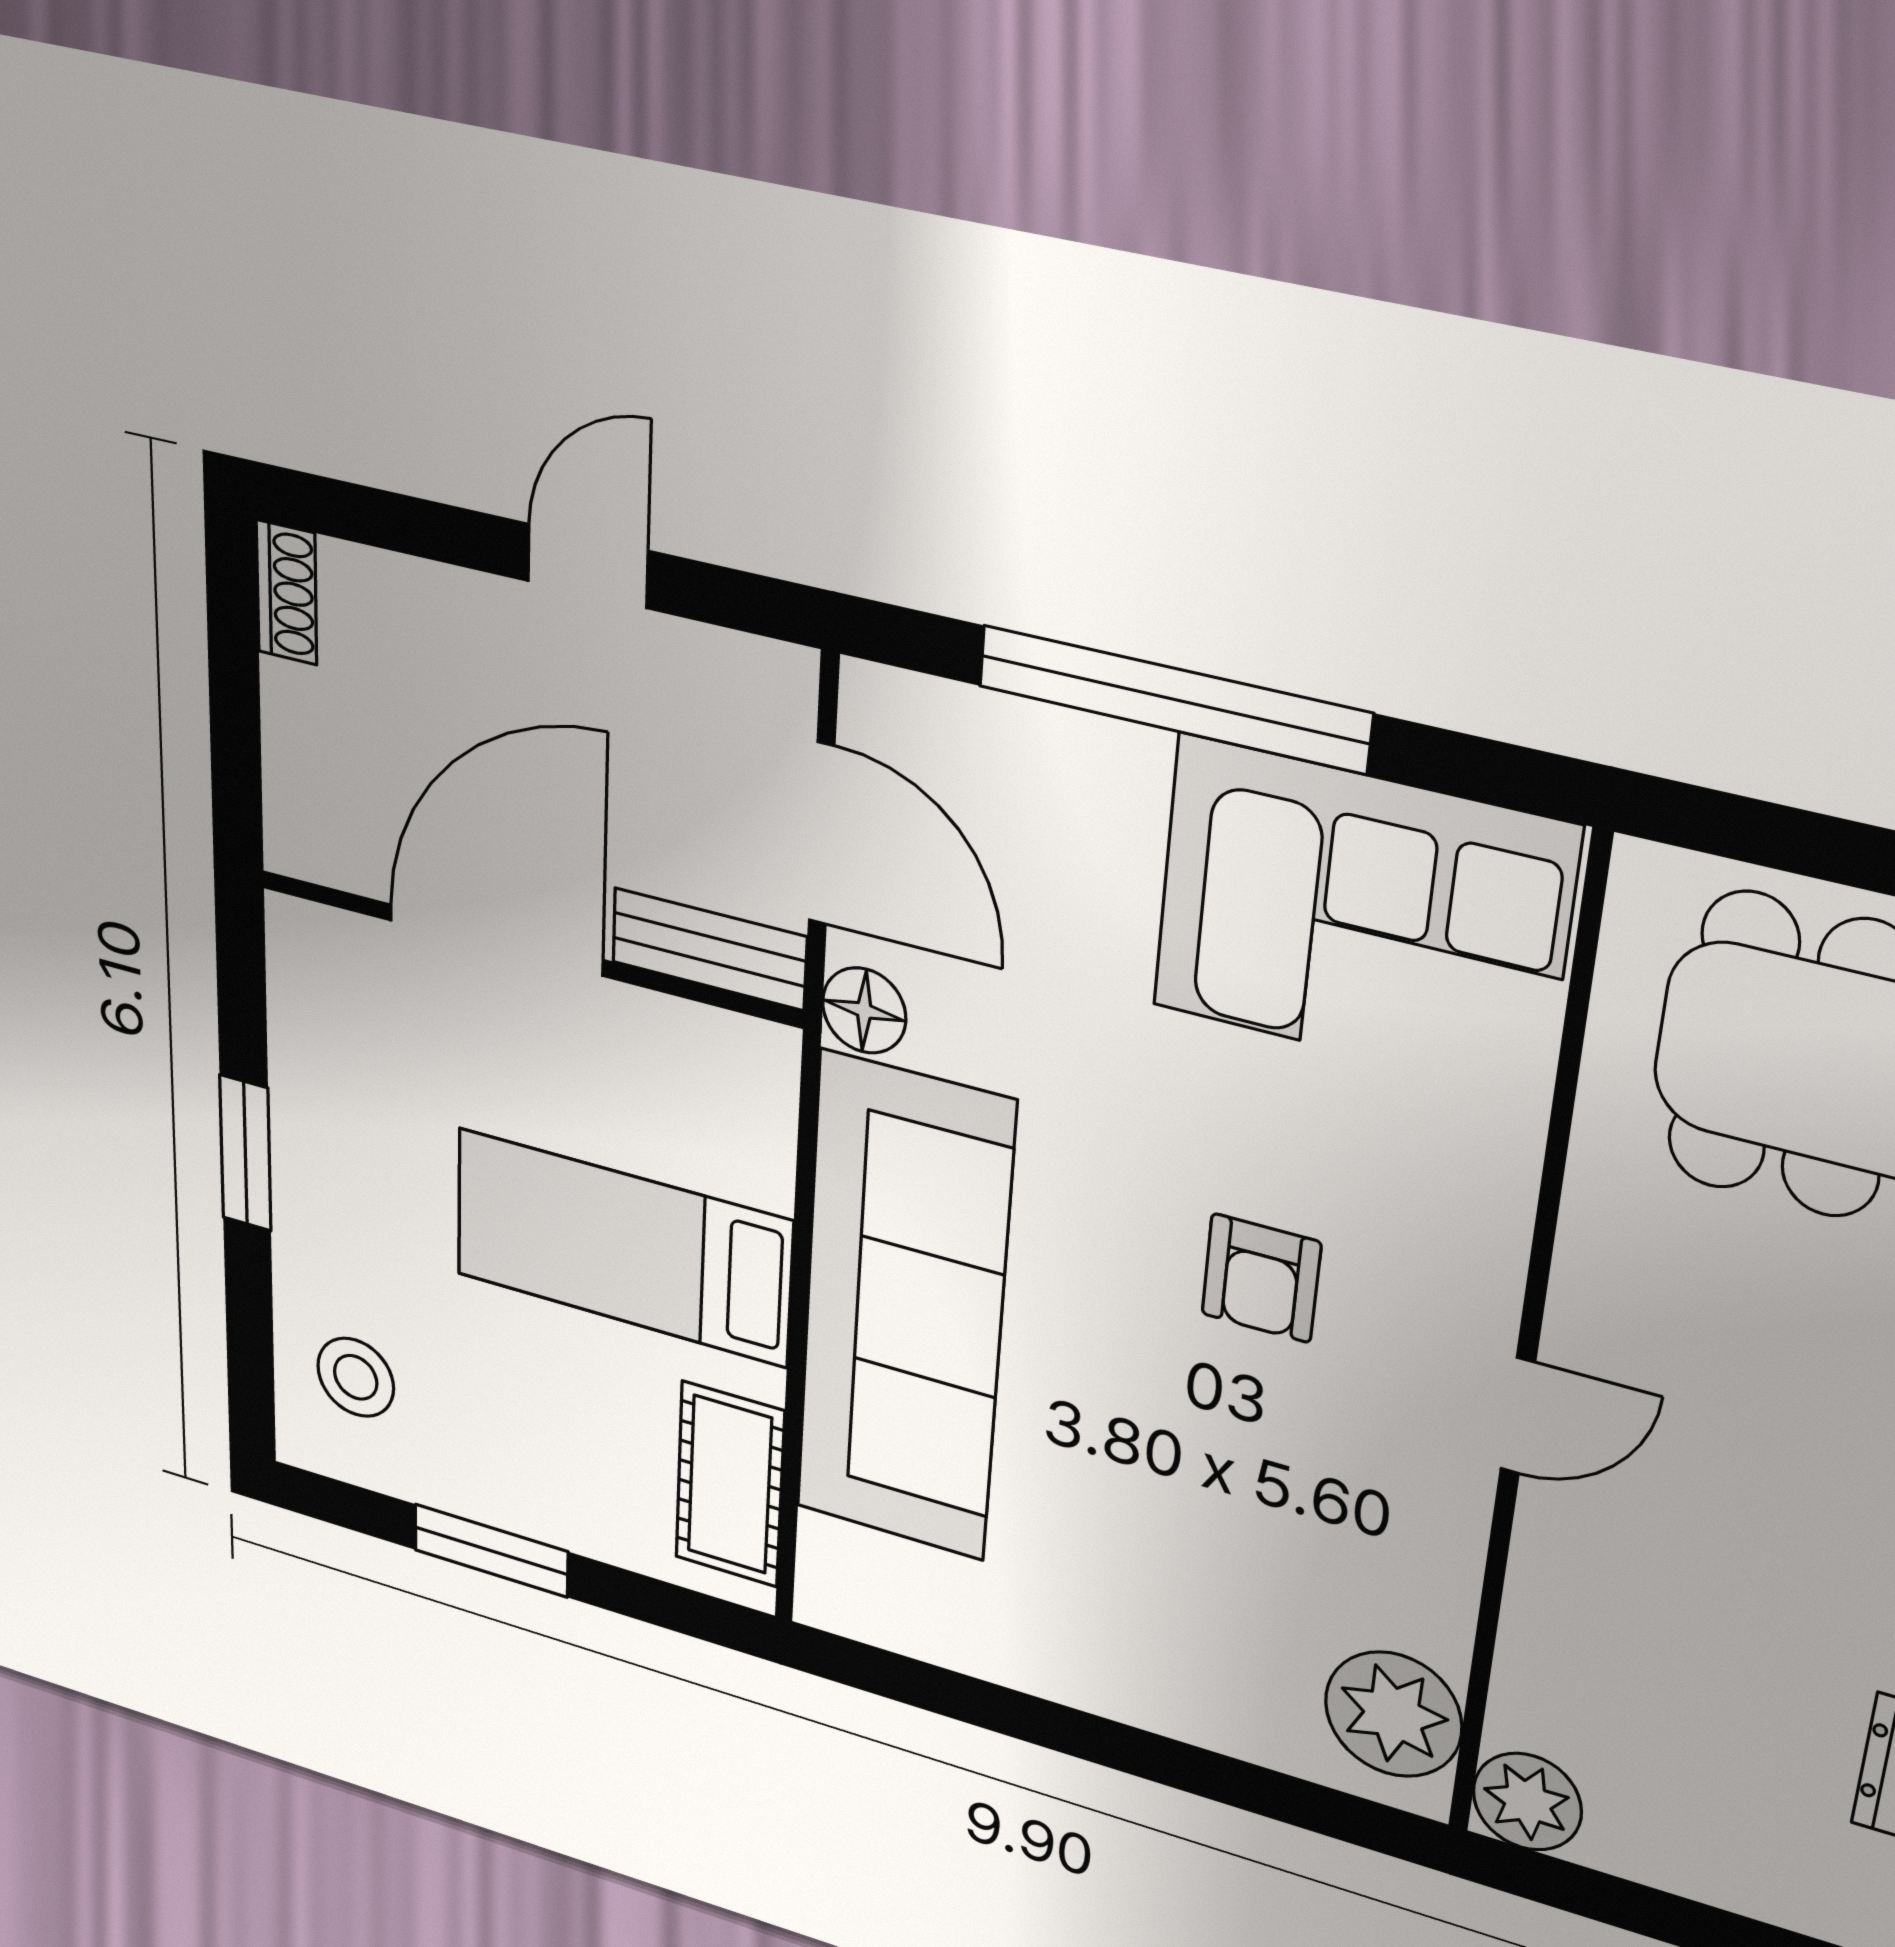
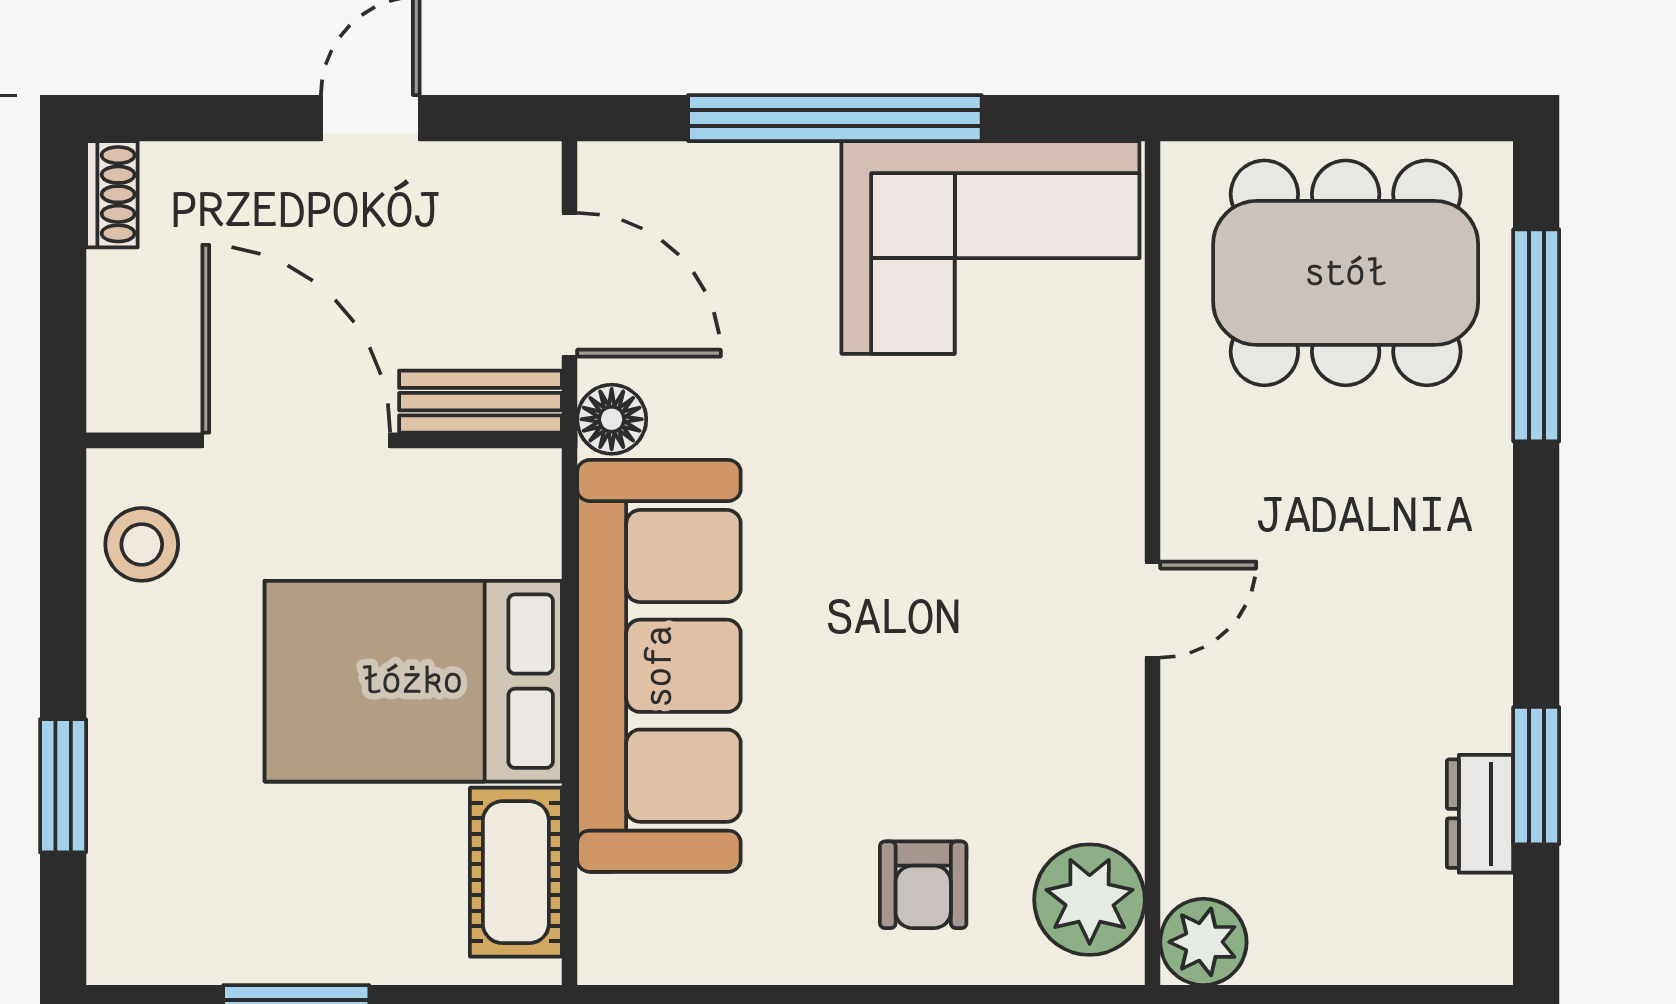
door: (496, 940) -> (296, 440), hinge flipped
window: (245, 1153) -> (63, 786), moved
bed: (623, 1248) -> (413, 681), width x1.50
armchair: (1261, 1278) -> (923, 885), moved
stool: (356, 1377) -> (142, 544), moved

